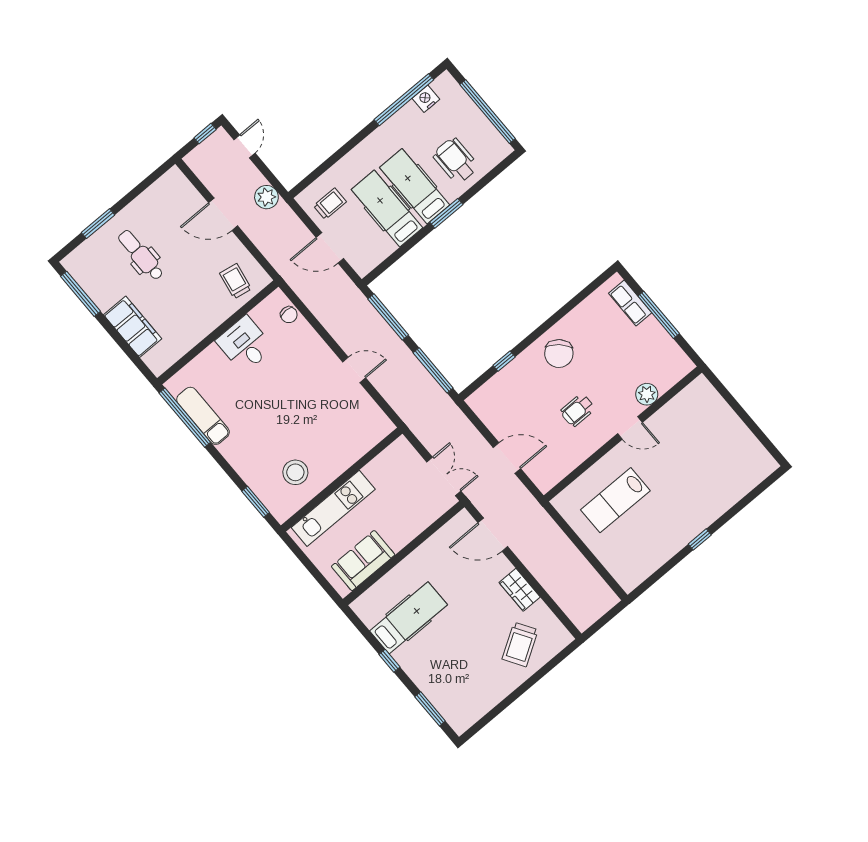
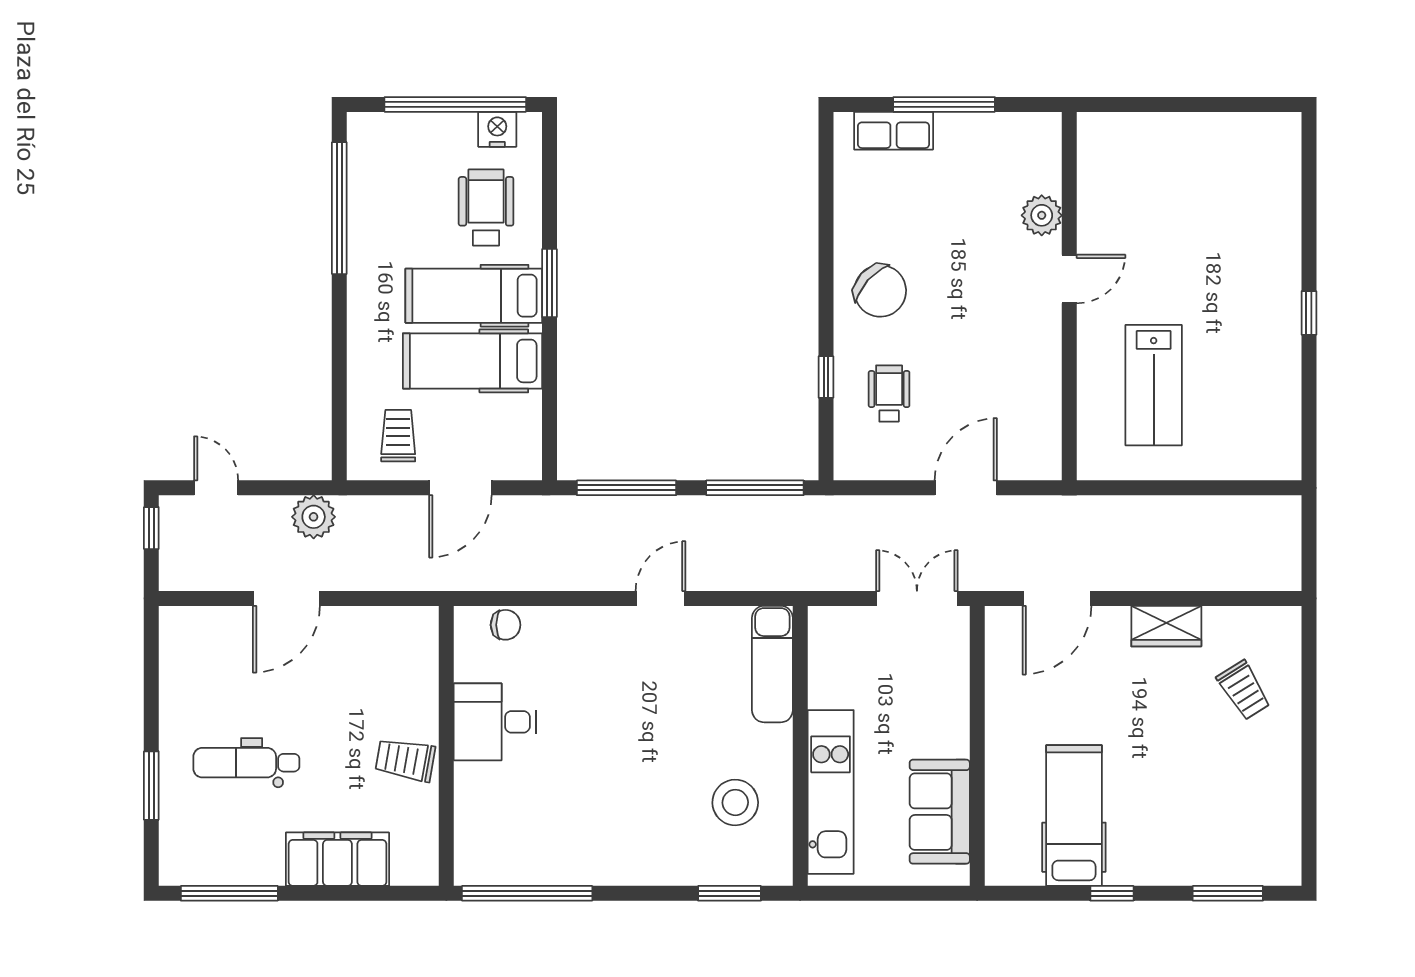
nightstand: (426, 99) -> (497, 129), moved, turned 90
wheelchair: (456, 160) -> (486, 207), turned 90
trolley: (235, 281) -> (405, 760), moved
wheelchair: (578, 410) -> (889, 394), moved, turned 180
exam couch: (203, 416) -> (772, 664), moved, turned -90
trolley: (520, 644) -> (1244, 690), width x0.73, depth x0.72

